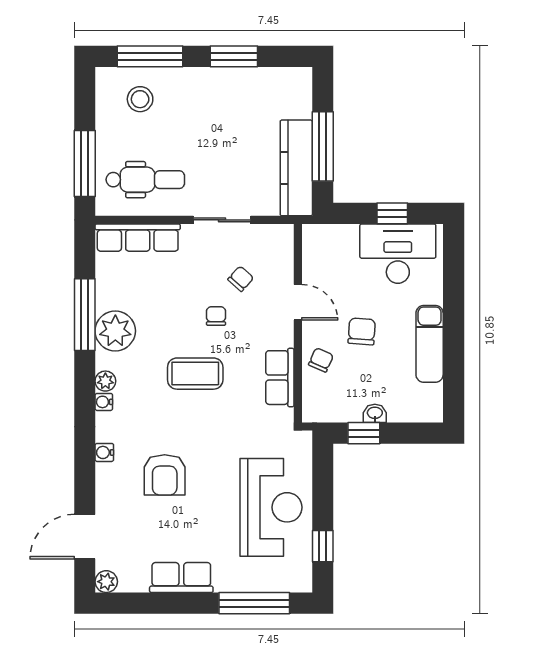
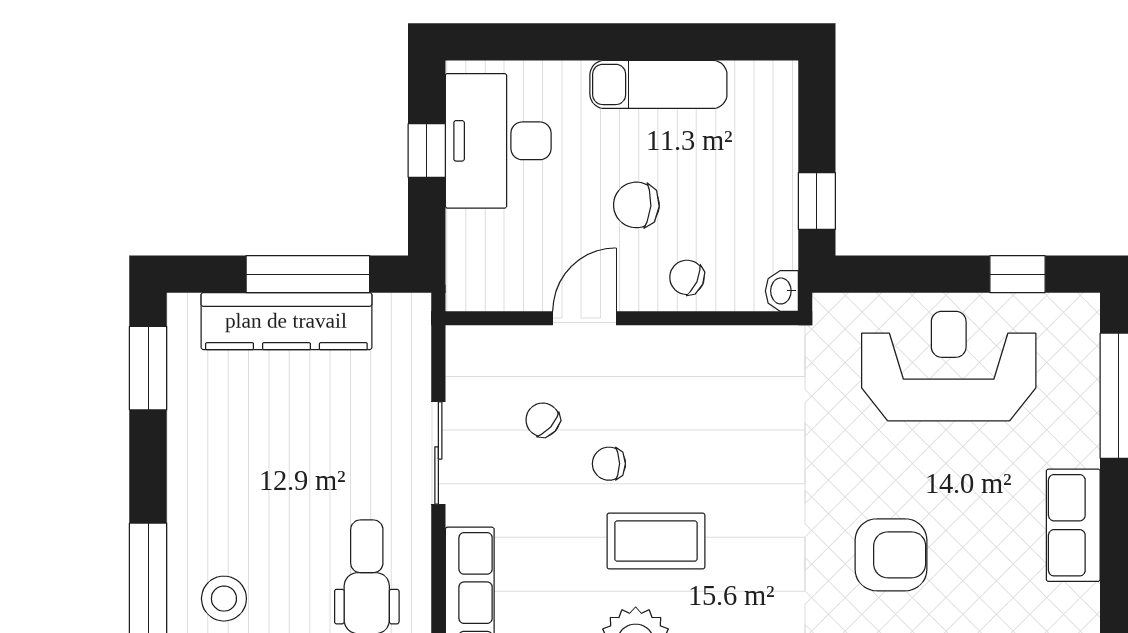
window: (234, 56) -> (148, 368), moved
kitchen counter: (296, 168) -> (286, 321), moved
coffee table: (195, 374) -> (656, 541), moved, turned 90
row of seats: (280, 378) -> (718, 350), removed
washbasin: (375, 413) -> (782, 291), moved

